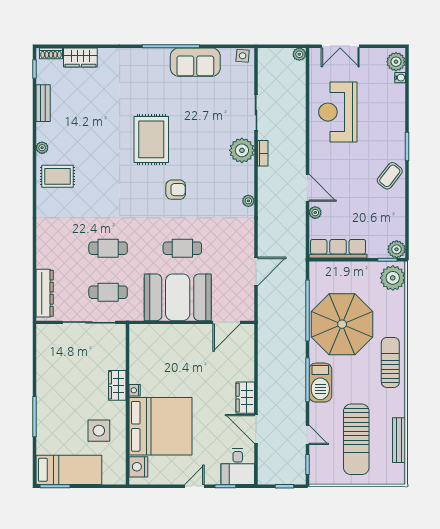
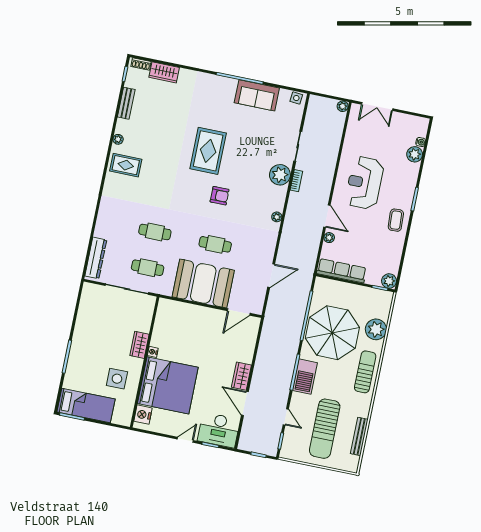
plant: (396, 62) -> (415, 154), moved
reception desk: (338, 112) -> (365, 183), moved
coffee table: (390, 176) -> (396, 220), turned -41
plant: (393, 278) -> (376, 329), moved
desk: (238, 467) -> (219, 430), width x1.37

